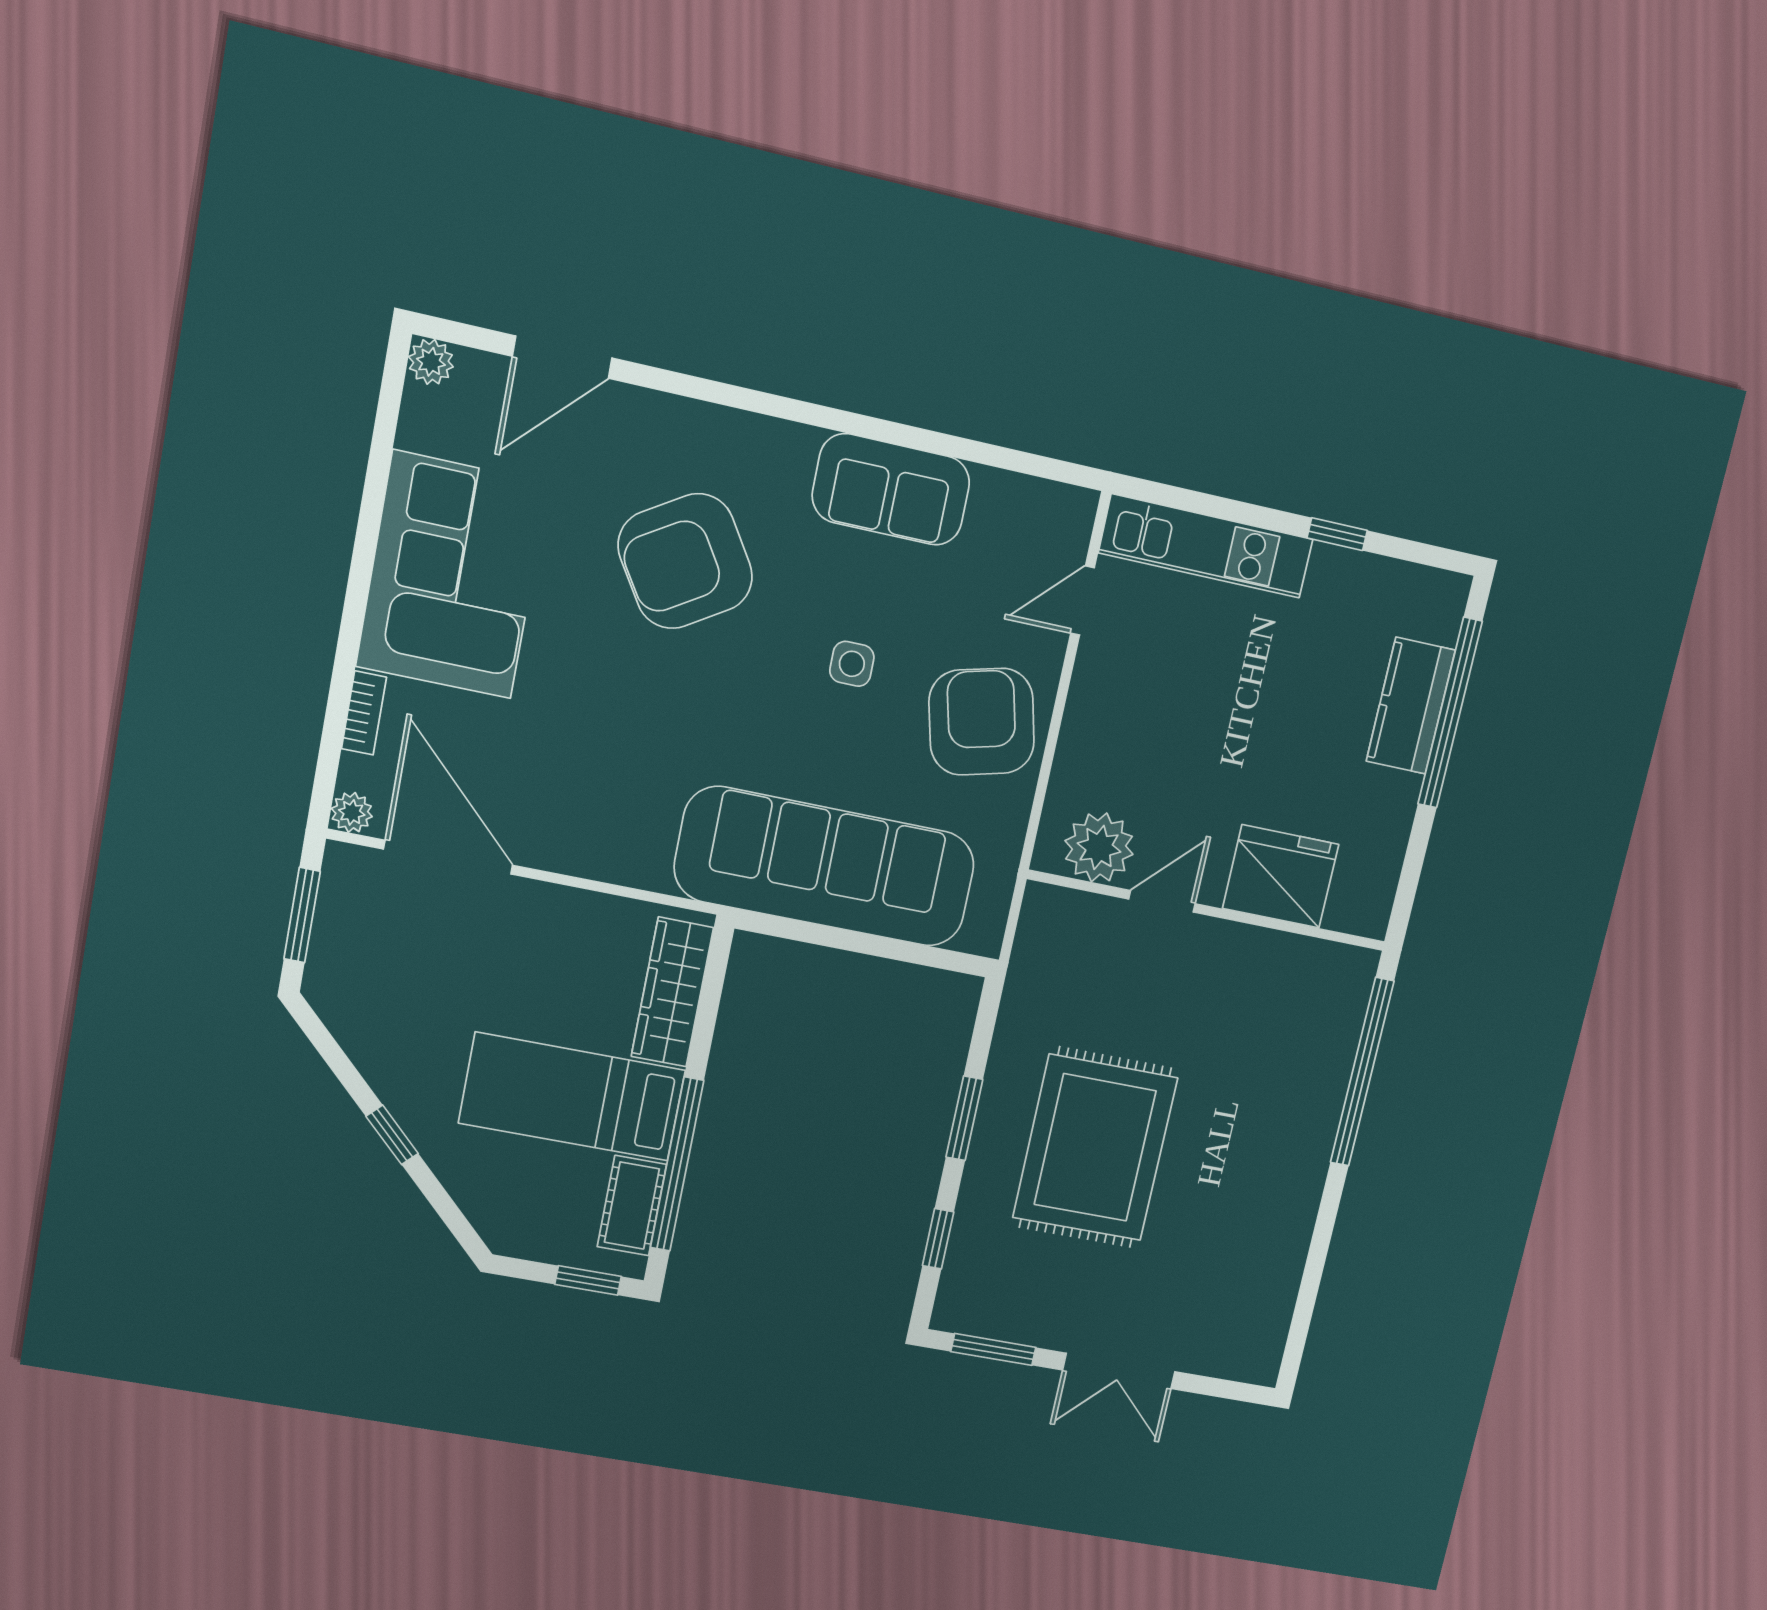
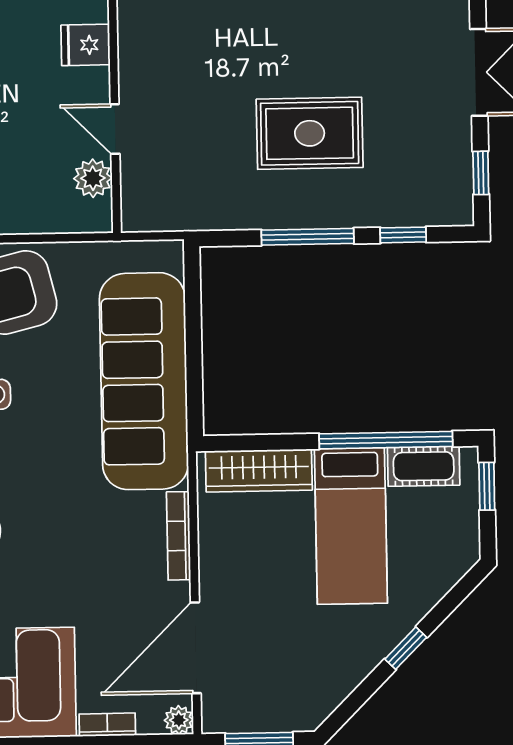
plant: (1099, 848) -> (93, 178), width x0.73, depth x0.73
bookcase: (607, 867) -> (179, 536), added
fridge: (1281, 876) -> (85, 45), width x0.53, depth x0.75
window: (964, 1118) -> (308, 237), width x1.44
rug: (1095, 1148) -> (310, 133), width x0.73, depth x0.69
window: (993, 1349) -> (481, 173), width x0.67

